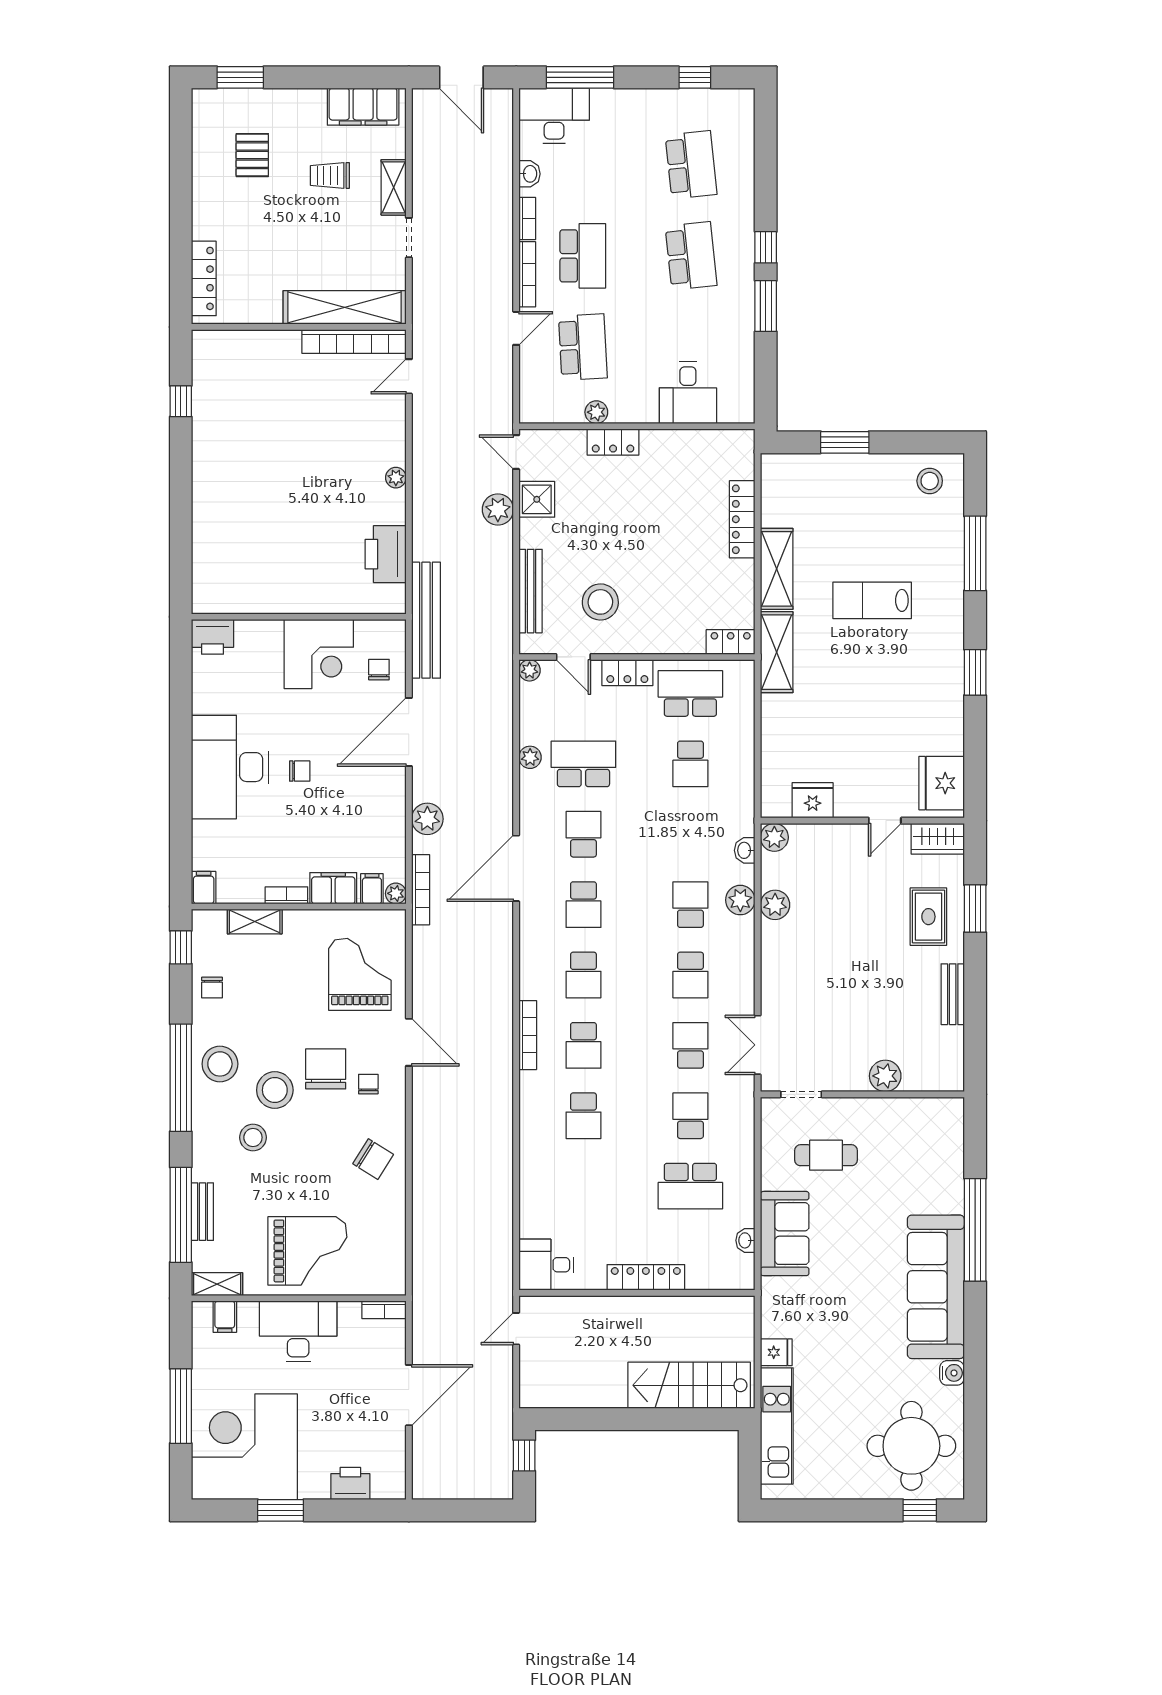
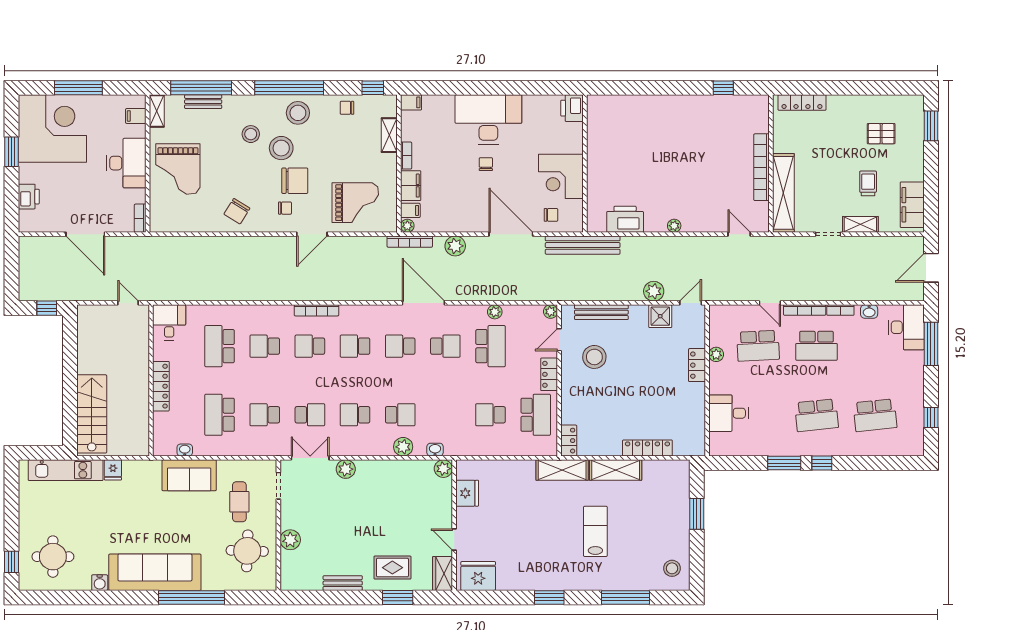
bookcase: (354, 341) -> (762, 167), moved
chair: (300, 771) -> (486, 164), turned 180
plant: (775, 905) -> (346, 469), moved
school desk: (690, 1116) -> (265, 415), turned 180
round table: (903, 1143) -> (247, 551), added
school desk: (583, 1186) -> (220, 346), added
round table: (911, 1446) -> (53, 557), width x0.73, depth x0.73

